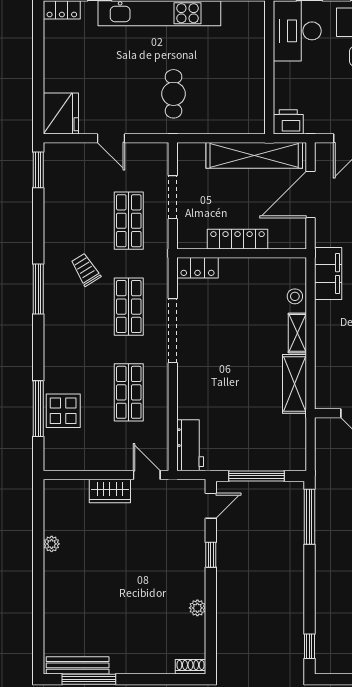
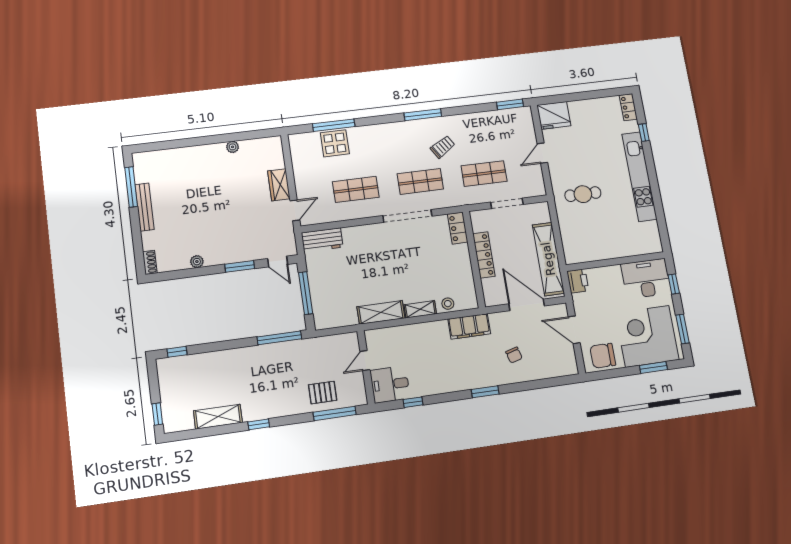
window: (211, 555) -> (240, 266), width x1.50
bench: (78, 665) -> (145, 207), moved

